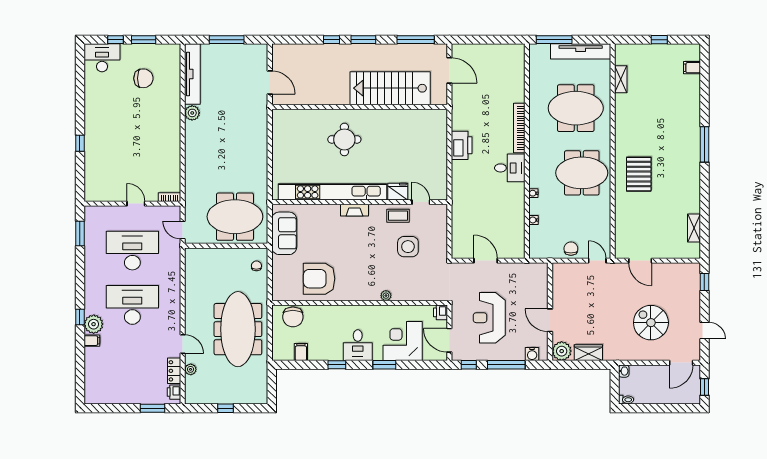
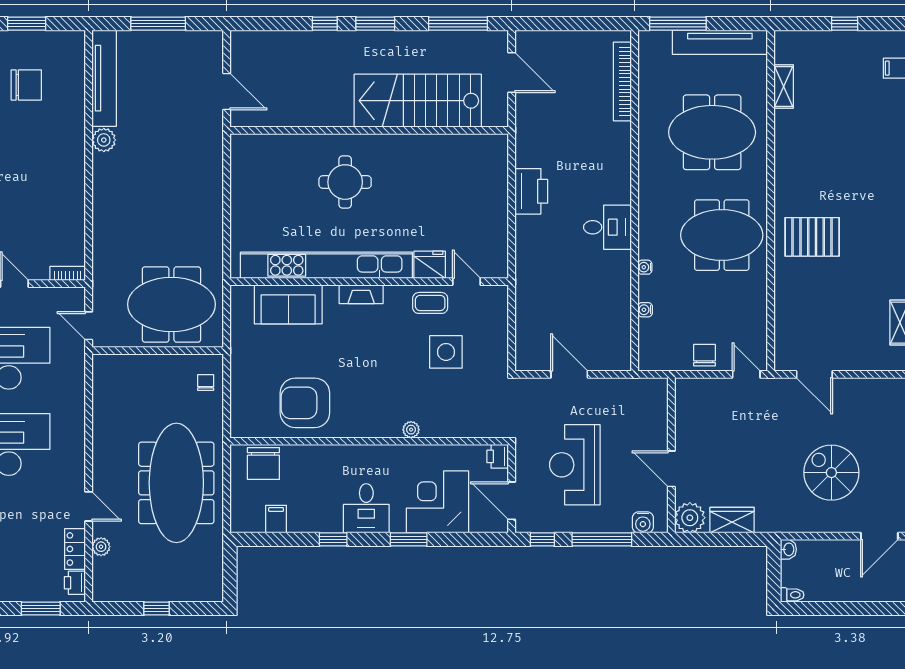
bookcase: (519, 128) -> (622, 82), moved
pallet: (639, 174) -> (812, 237), turned 90
sofa: (284, 233) -> (288, 304), moved, turned 90

